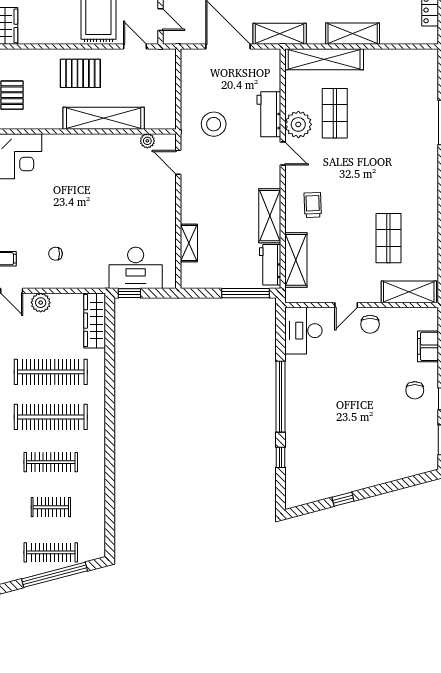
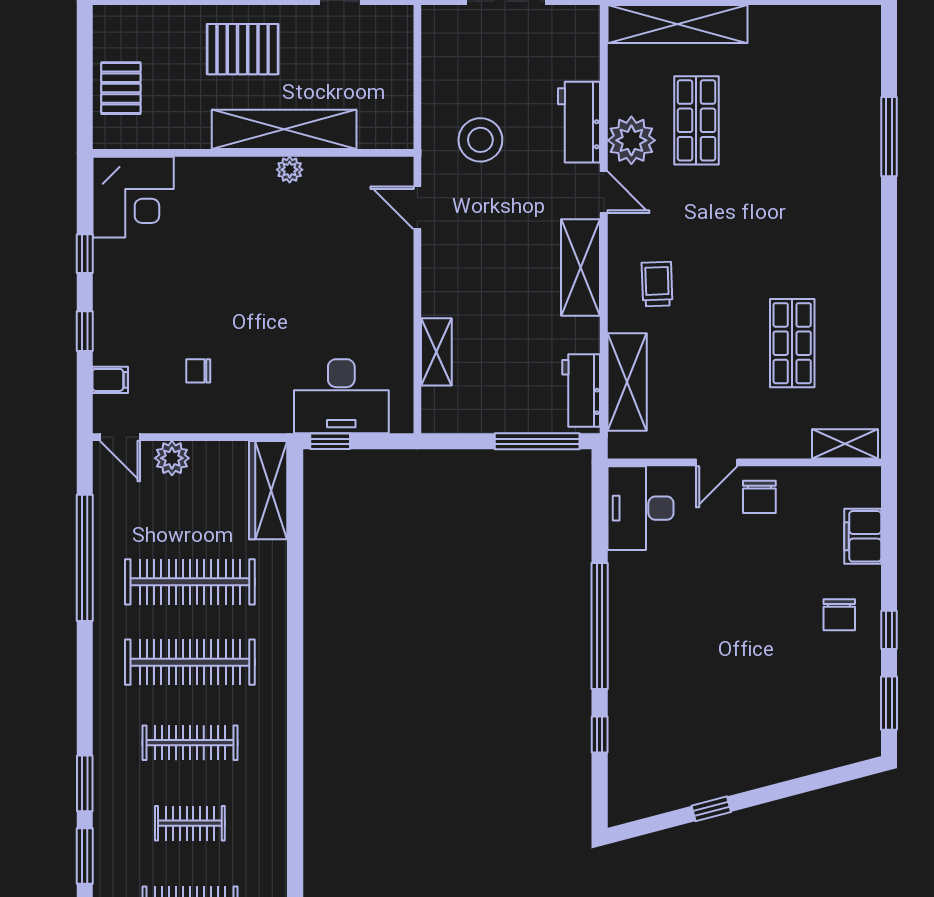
plant: (147, 141) -> (290, 170), moved
shelving: (270, 216) -> (581, 267), moved
shelving: (409, 292) -> (845, 444), width x0.67, depth x0.75

